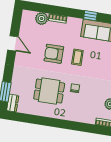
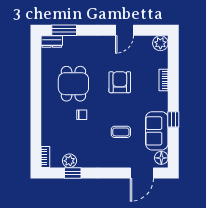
plant: (42, 19) -> (160, 43), moved
coffee table: (77, 57) -> (121, 132), moved

